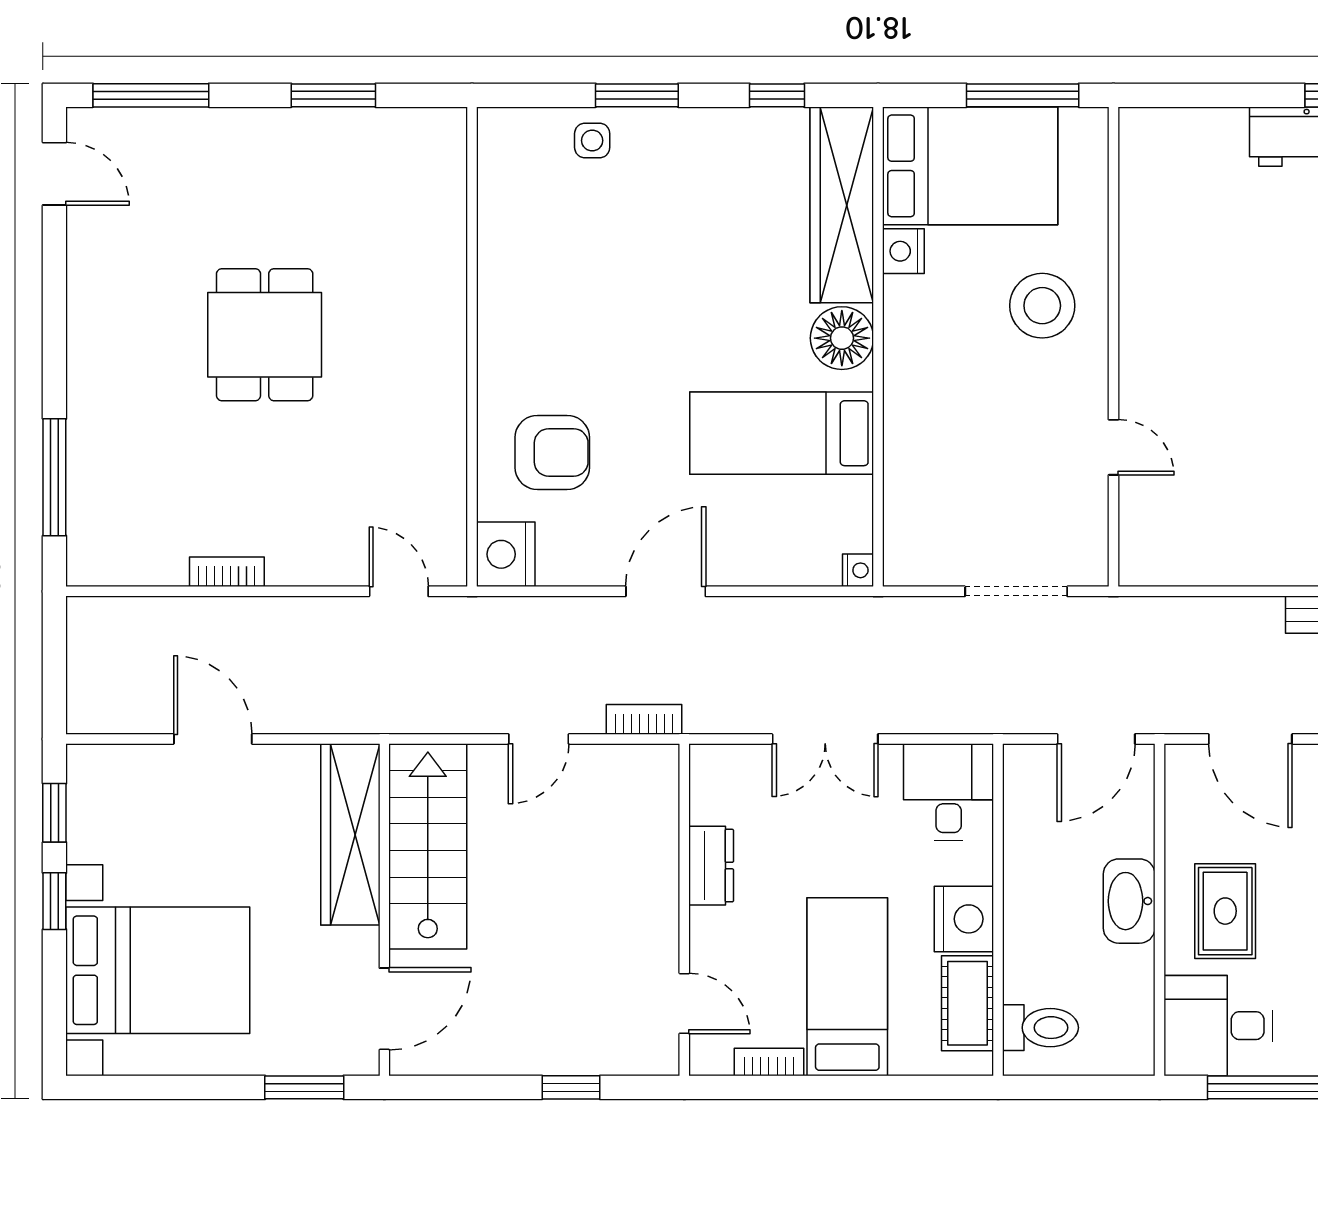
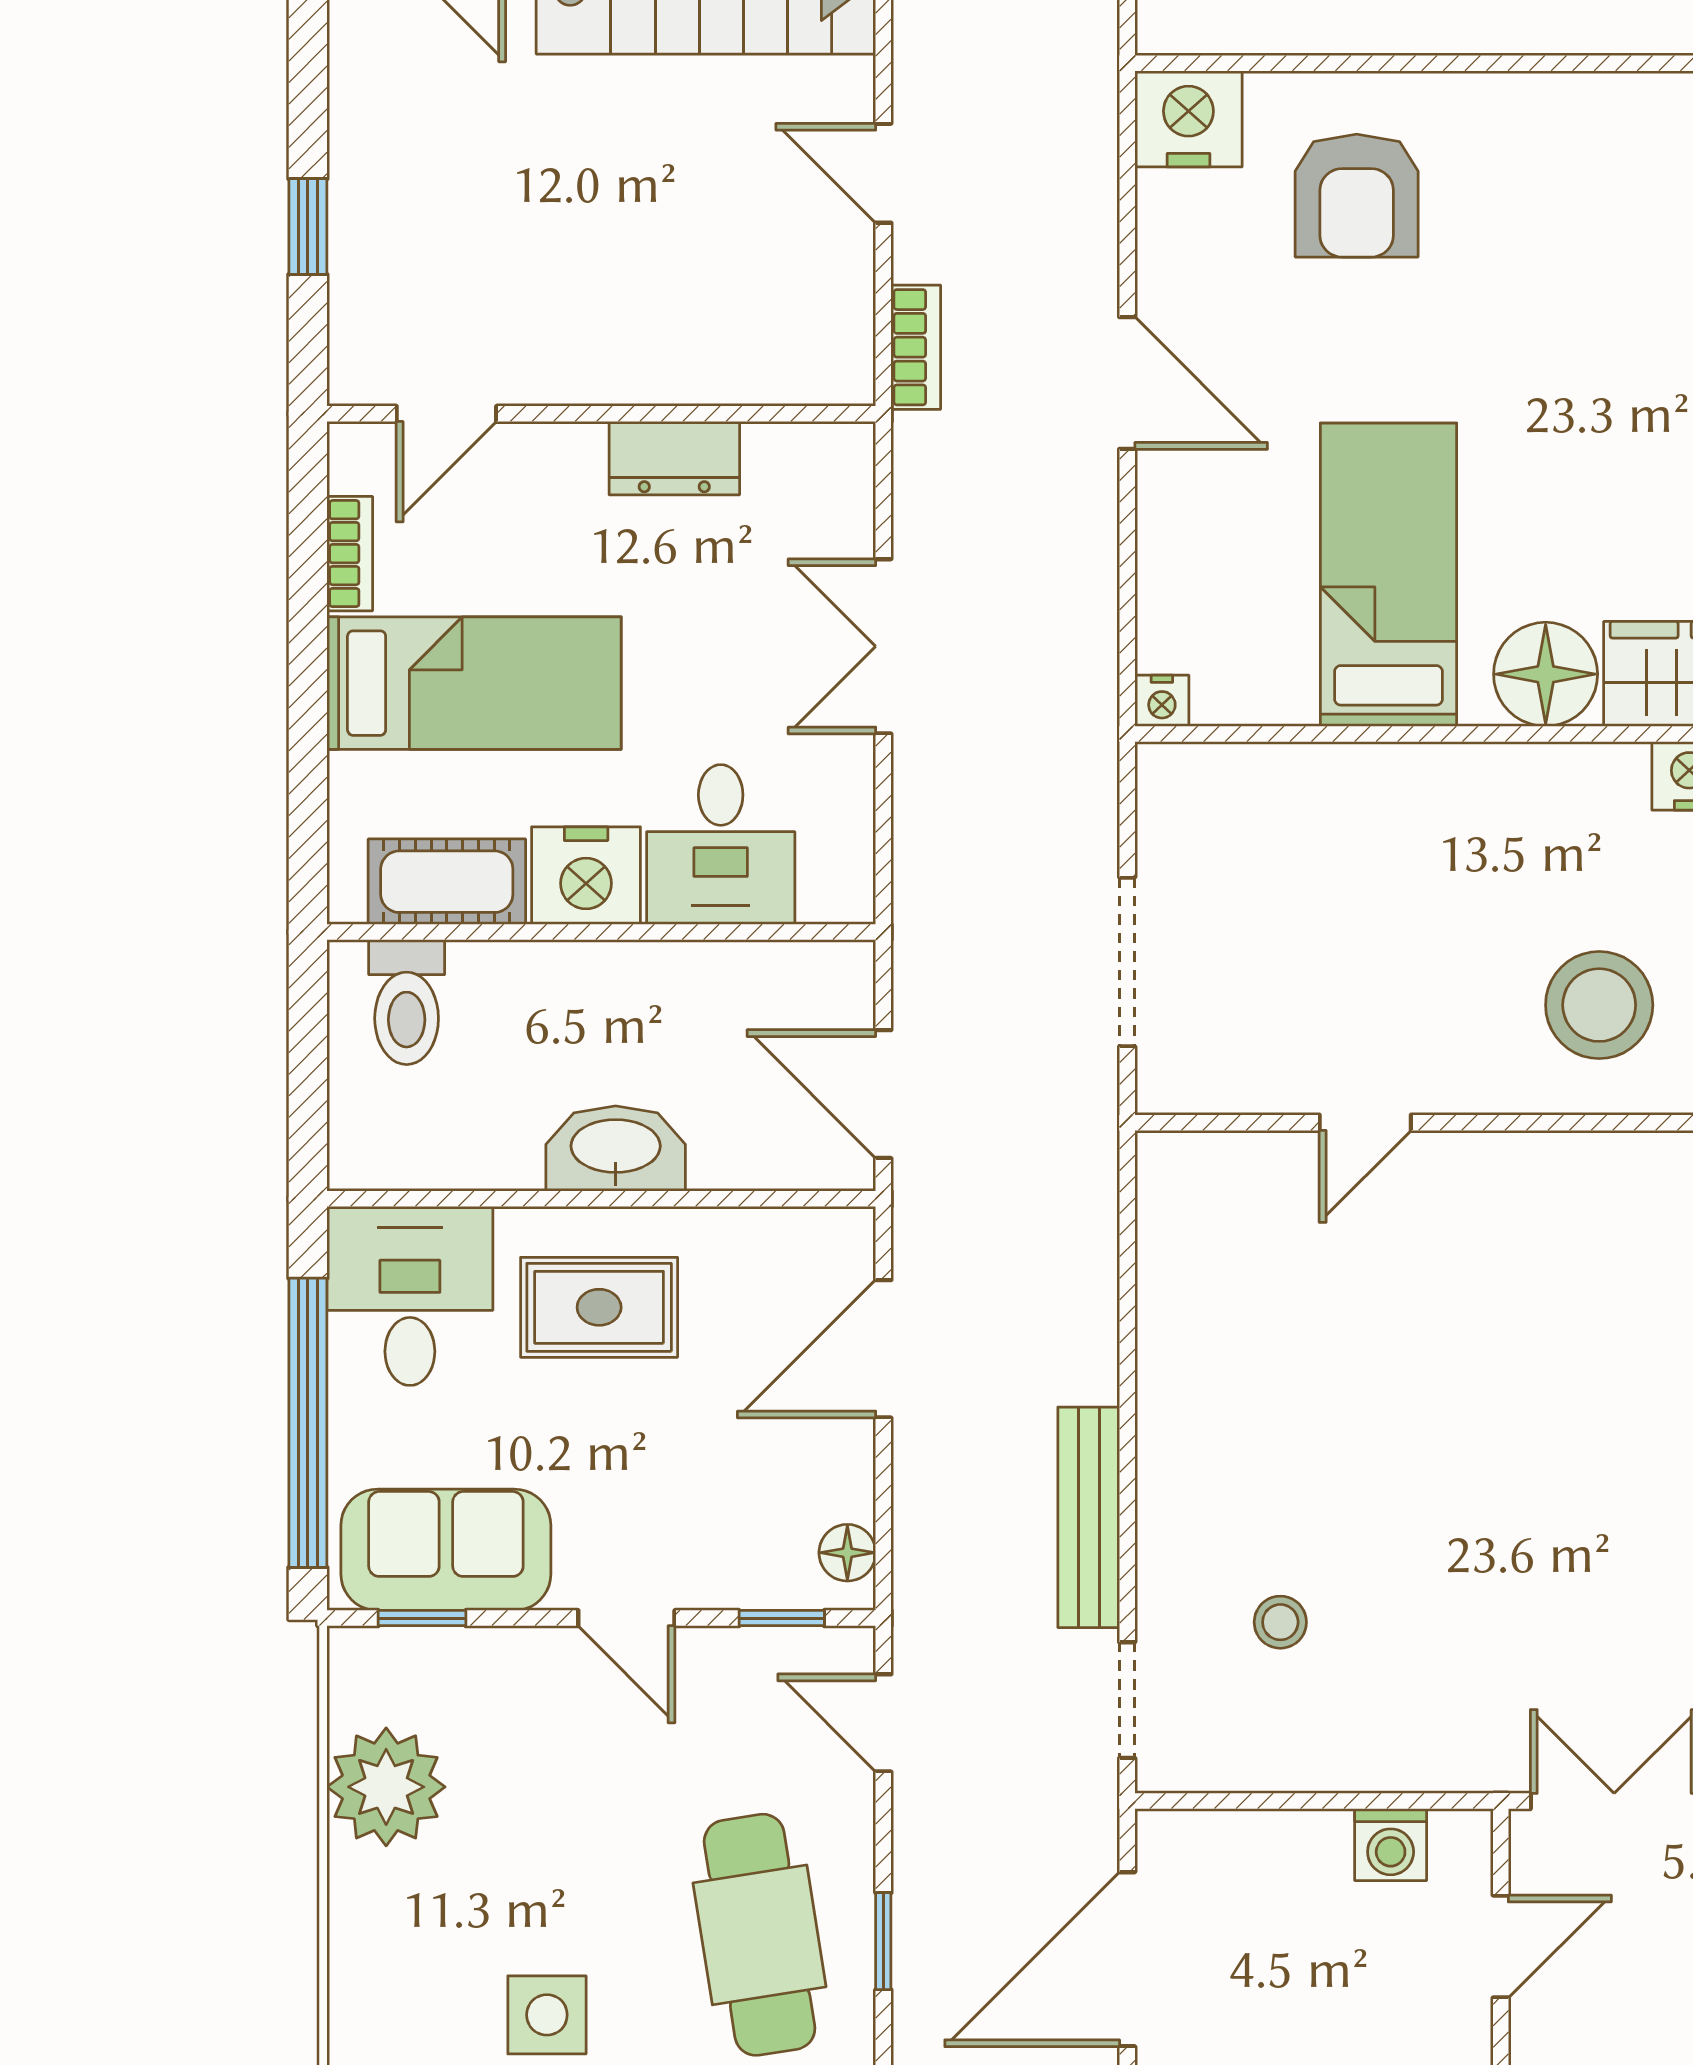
desk: (949, 792) -> (721, 845), moved, turned 90

